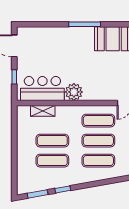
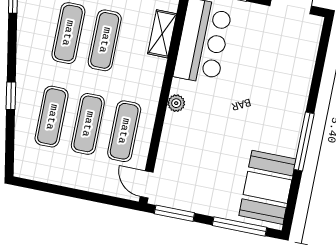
plant: (74, 92) -> (176, 103), width x0.53, depth x0.53
window: (63, 189) -> (11, 96), moved

